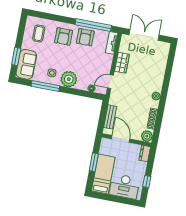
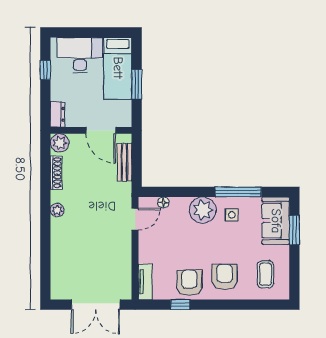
window: (93, 25) -> (180, 305), width x0.32
wardrobe: (122, 63) -> (122, 253), removed

